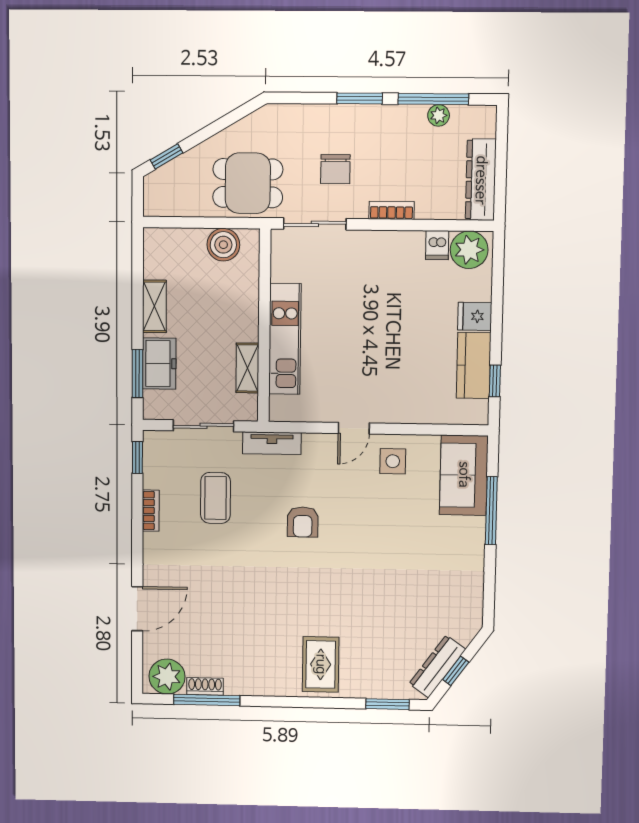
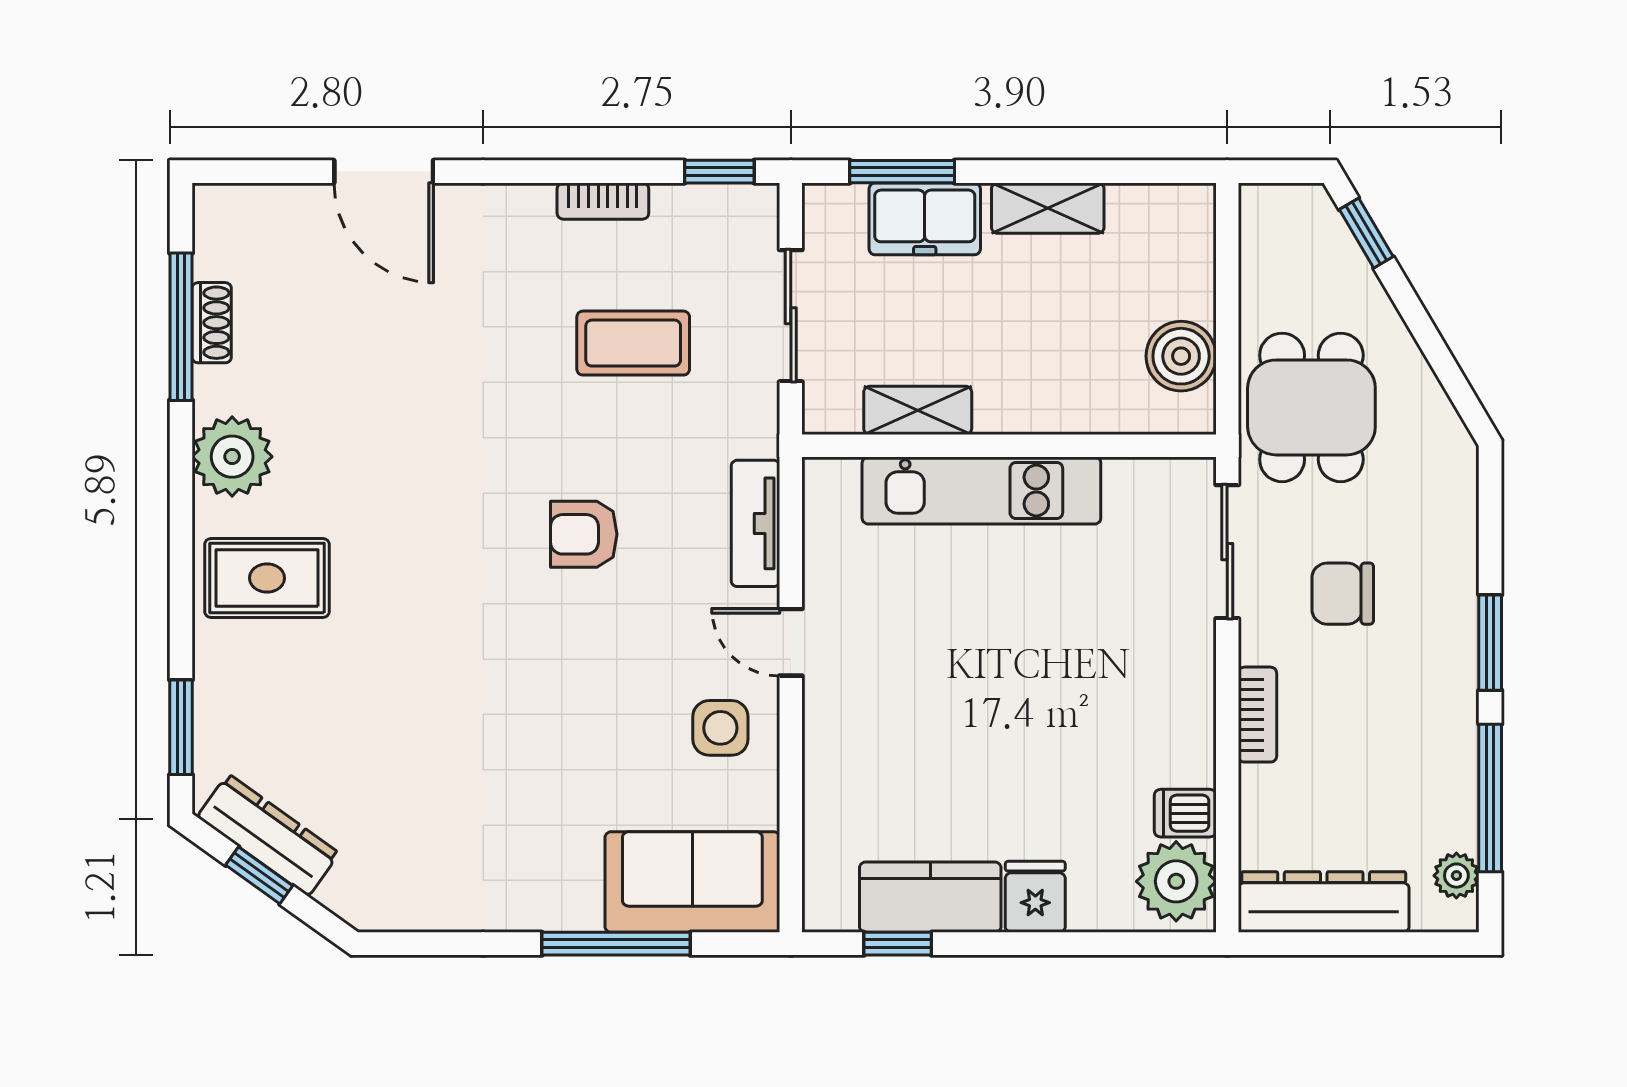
plant: (439, 115) -> (1456, 876), moved
tv unit: (272, 443) -> (755, 523), moved
plant: (167, 677) -> (232, 457), moved

